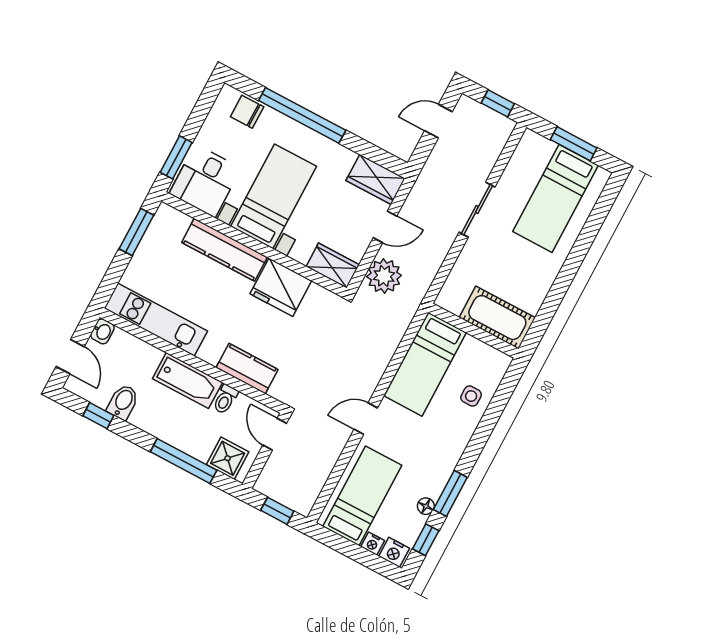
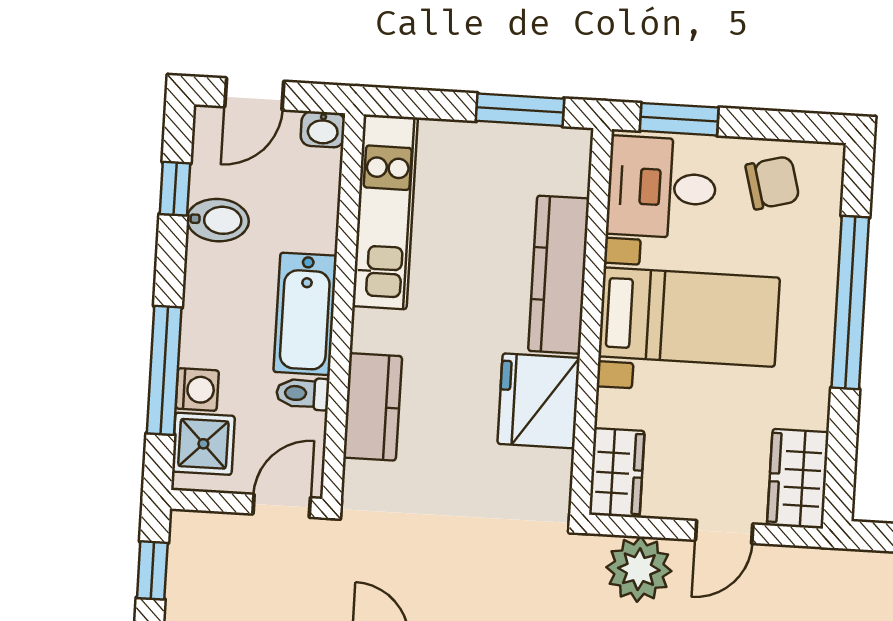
chair: (247, 112) -> (773, 183), moved, turned 75
door: (385, 227) -> (724, 532), hinge flipped
washing machine: (200, 449) -> (197, 390), added

